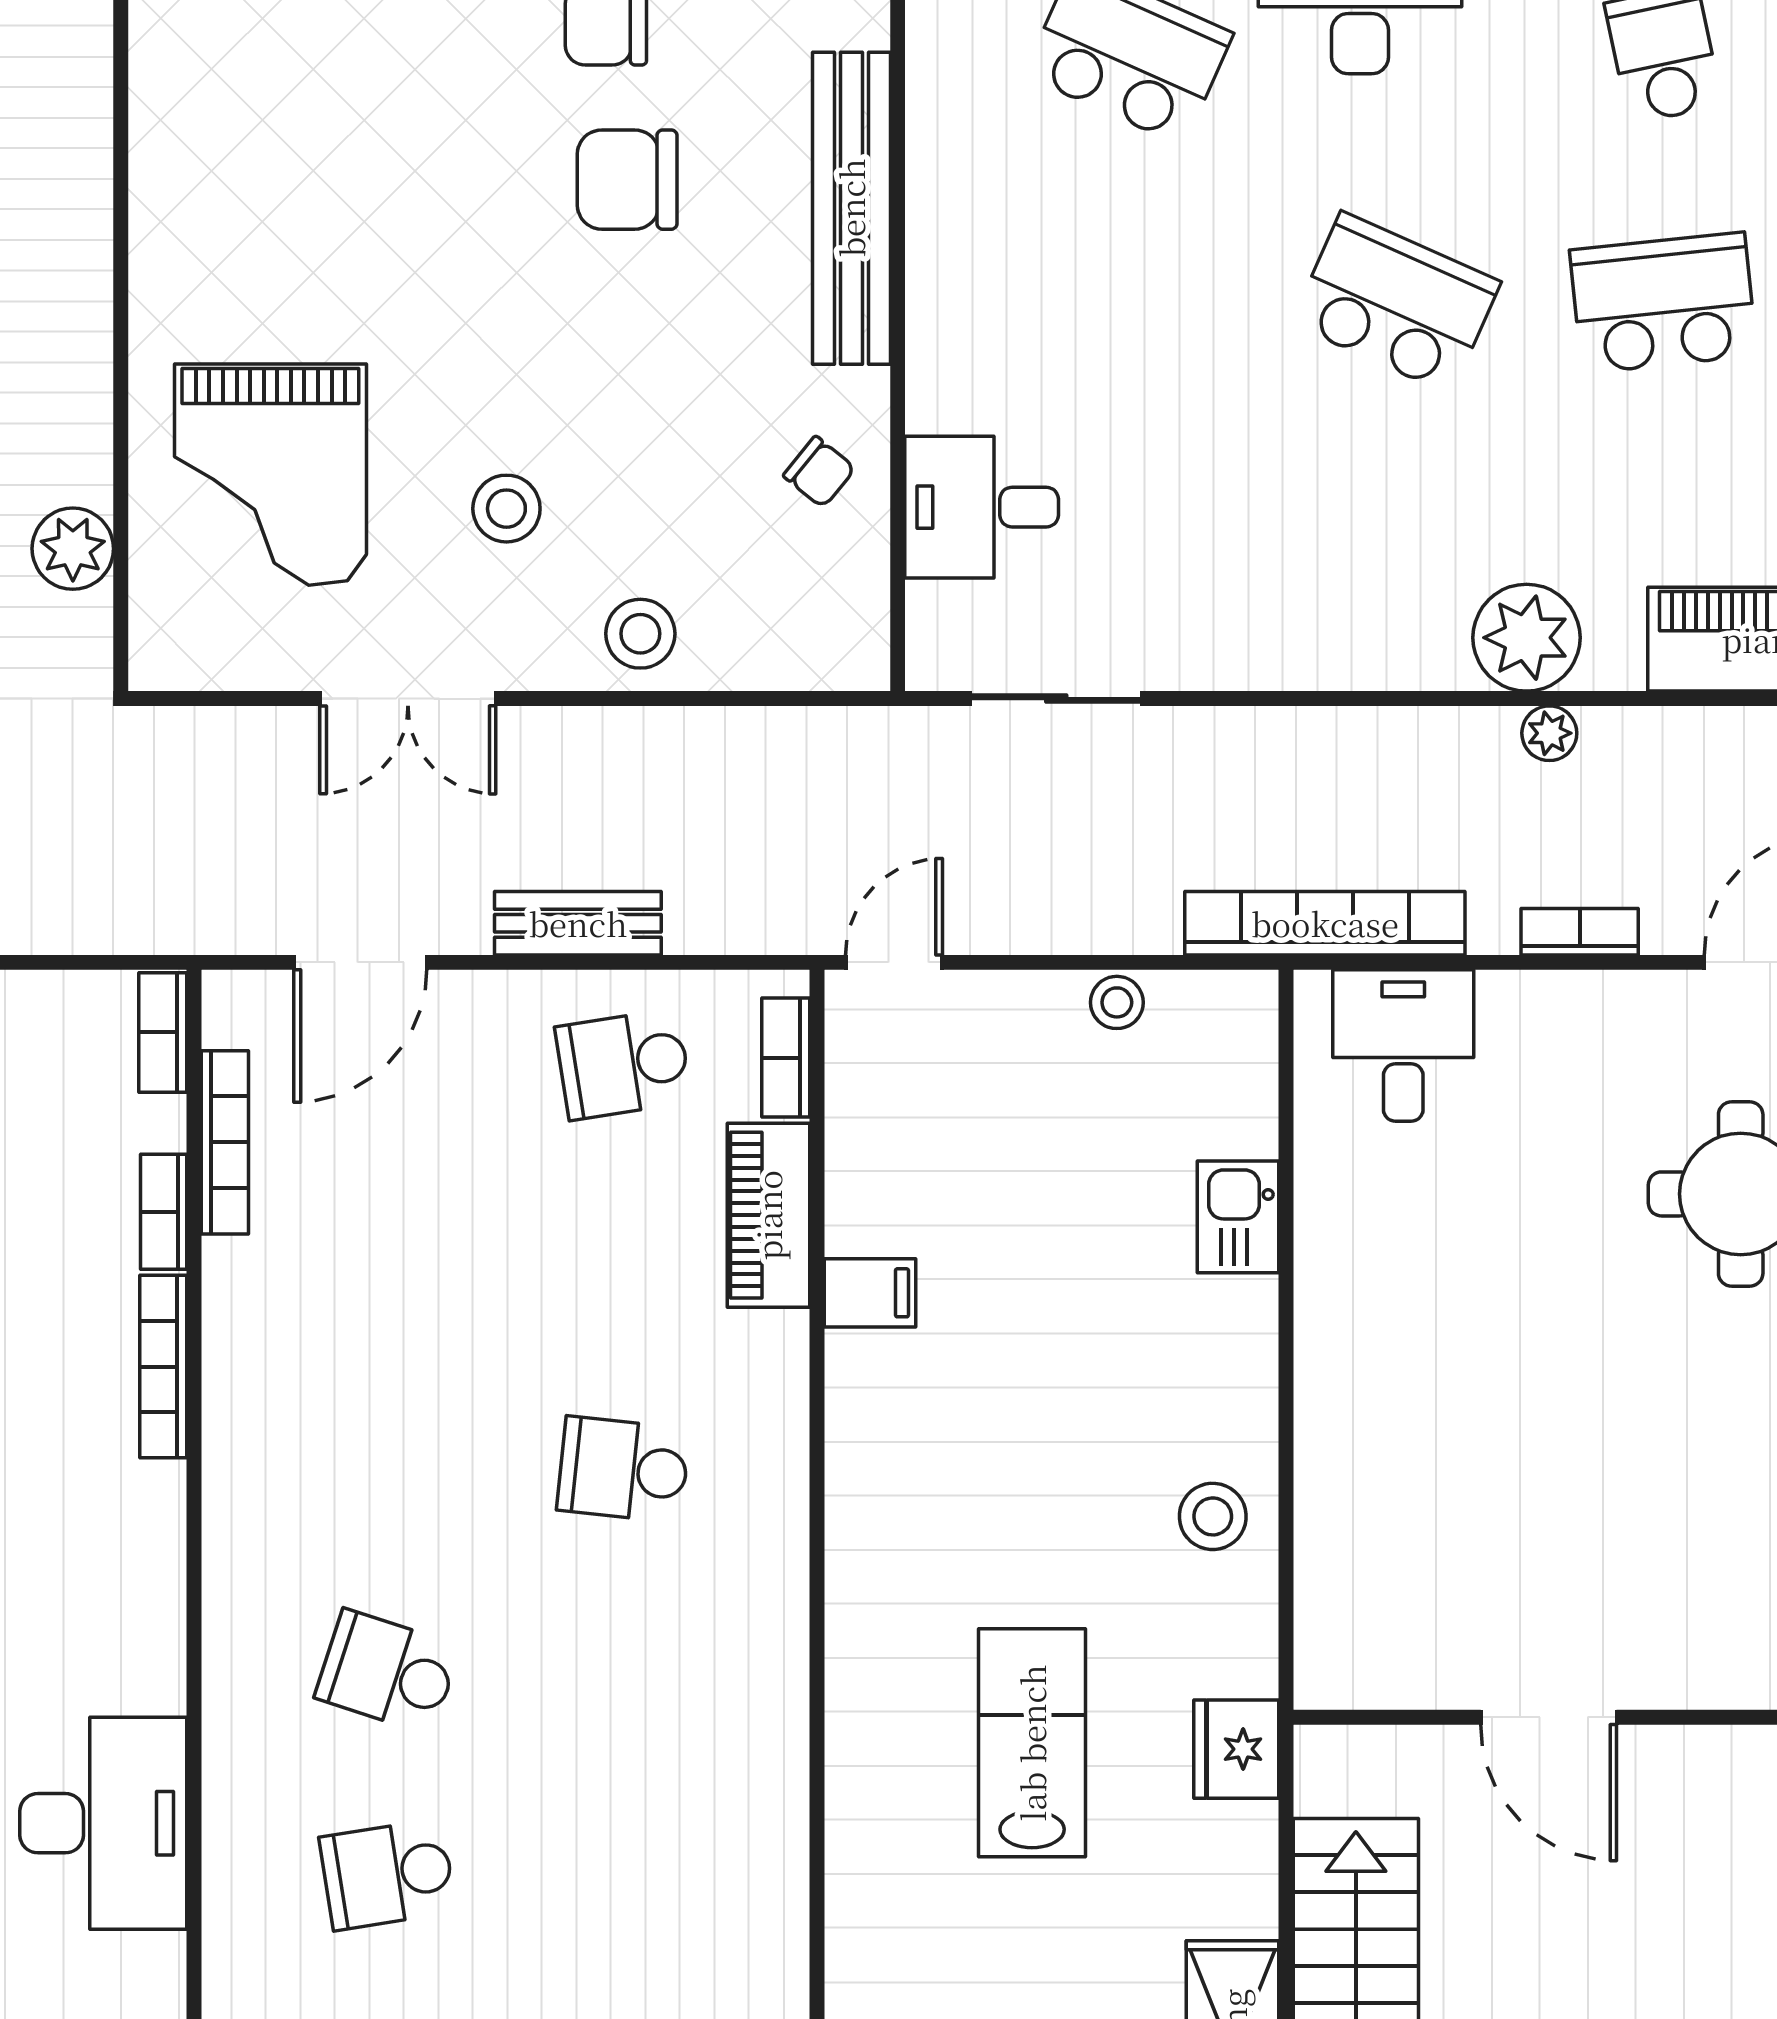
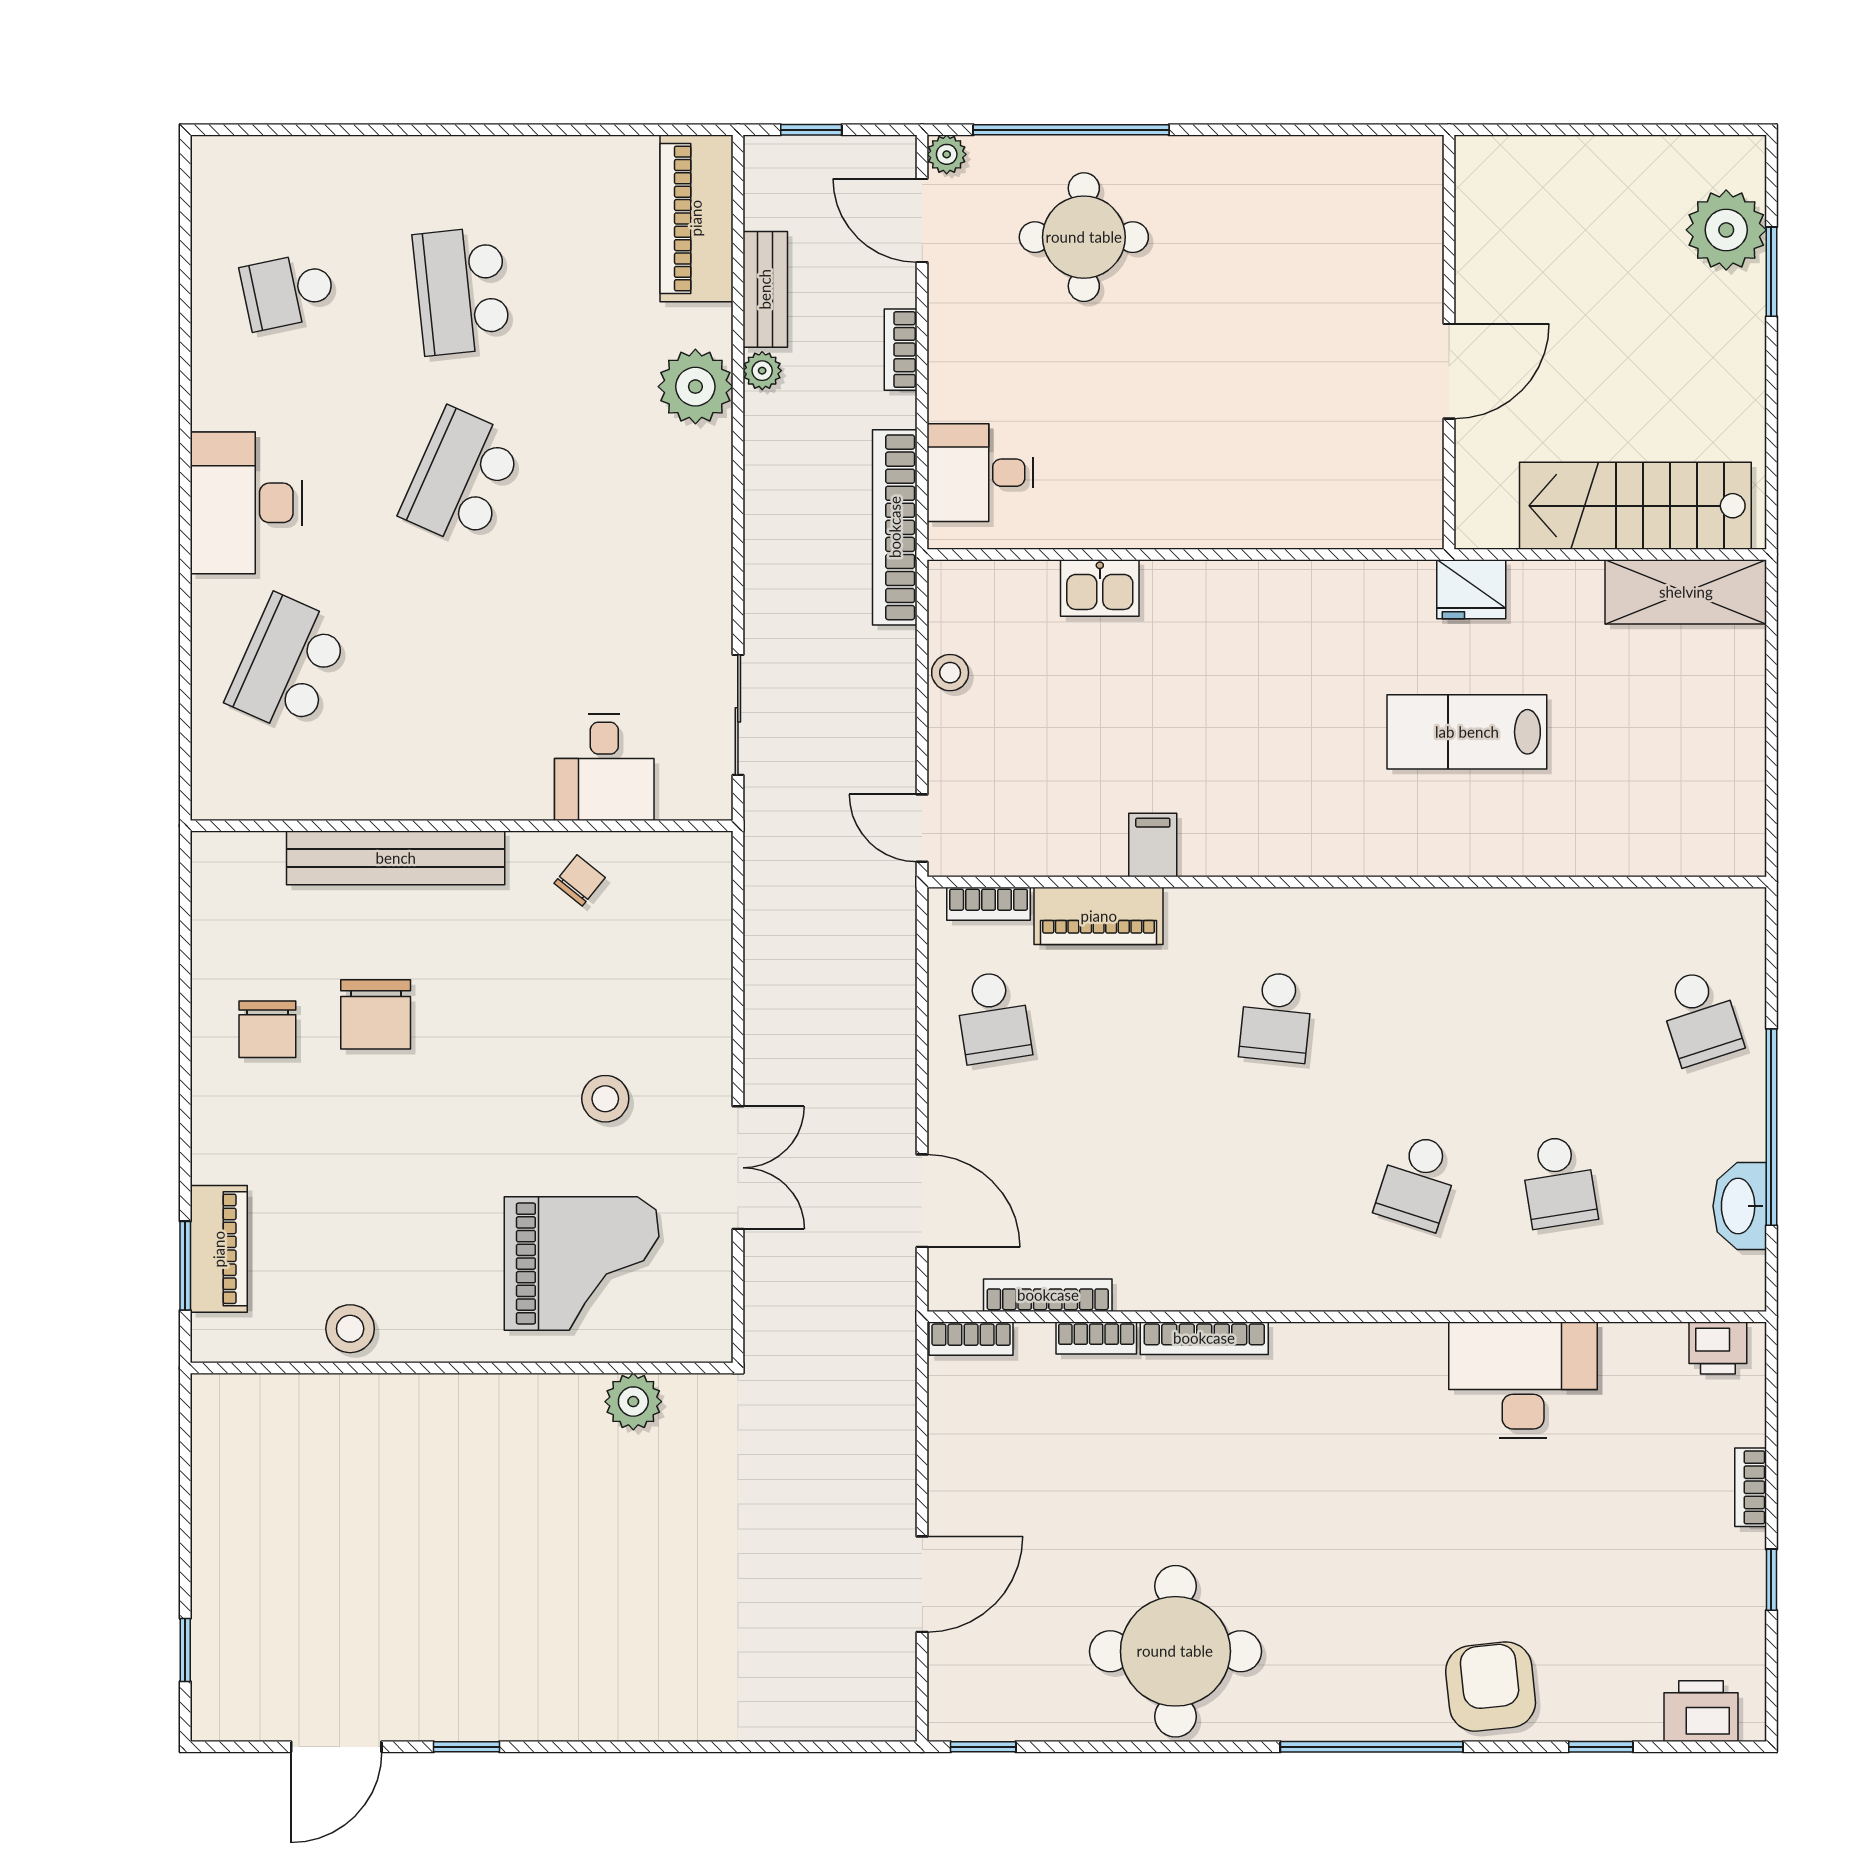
stool: (640, 634) -> (350, 1329), moved
bench: (578, 923) -> (765, 289), moved
stool: (1213, 1516) -> (1309, 606), removed

